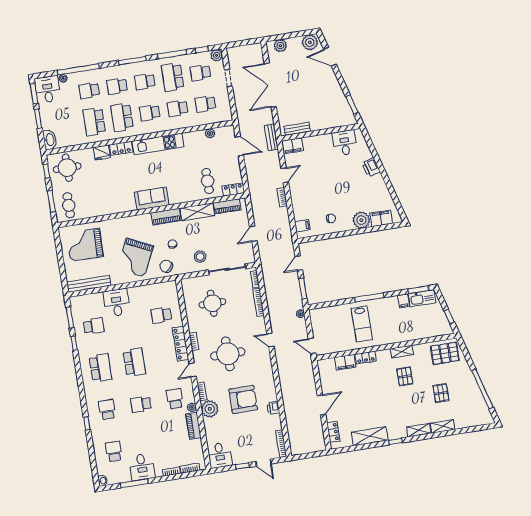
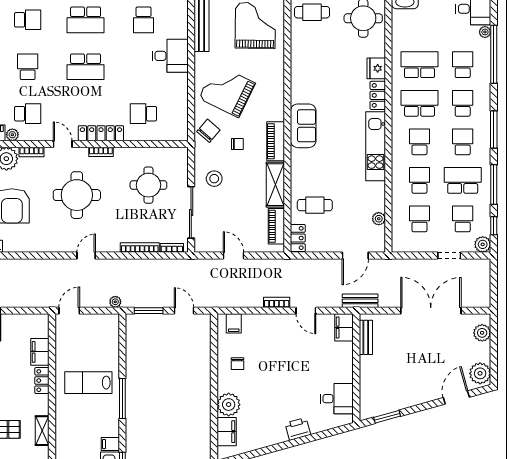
school desk: (161, 315) -> (143, 114), turned -90

